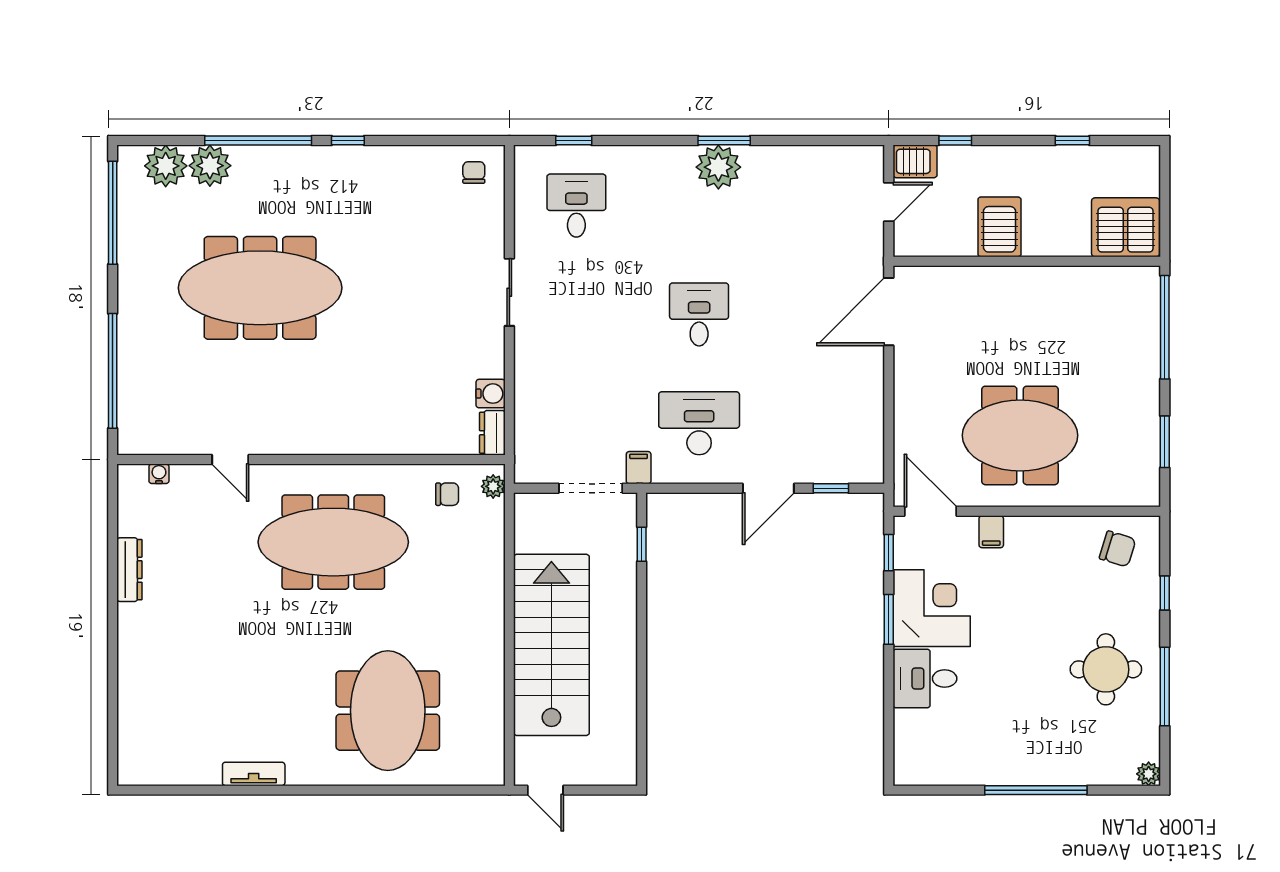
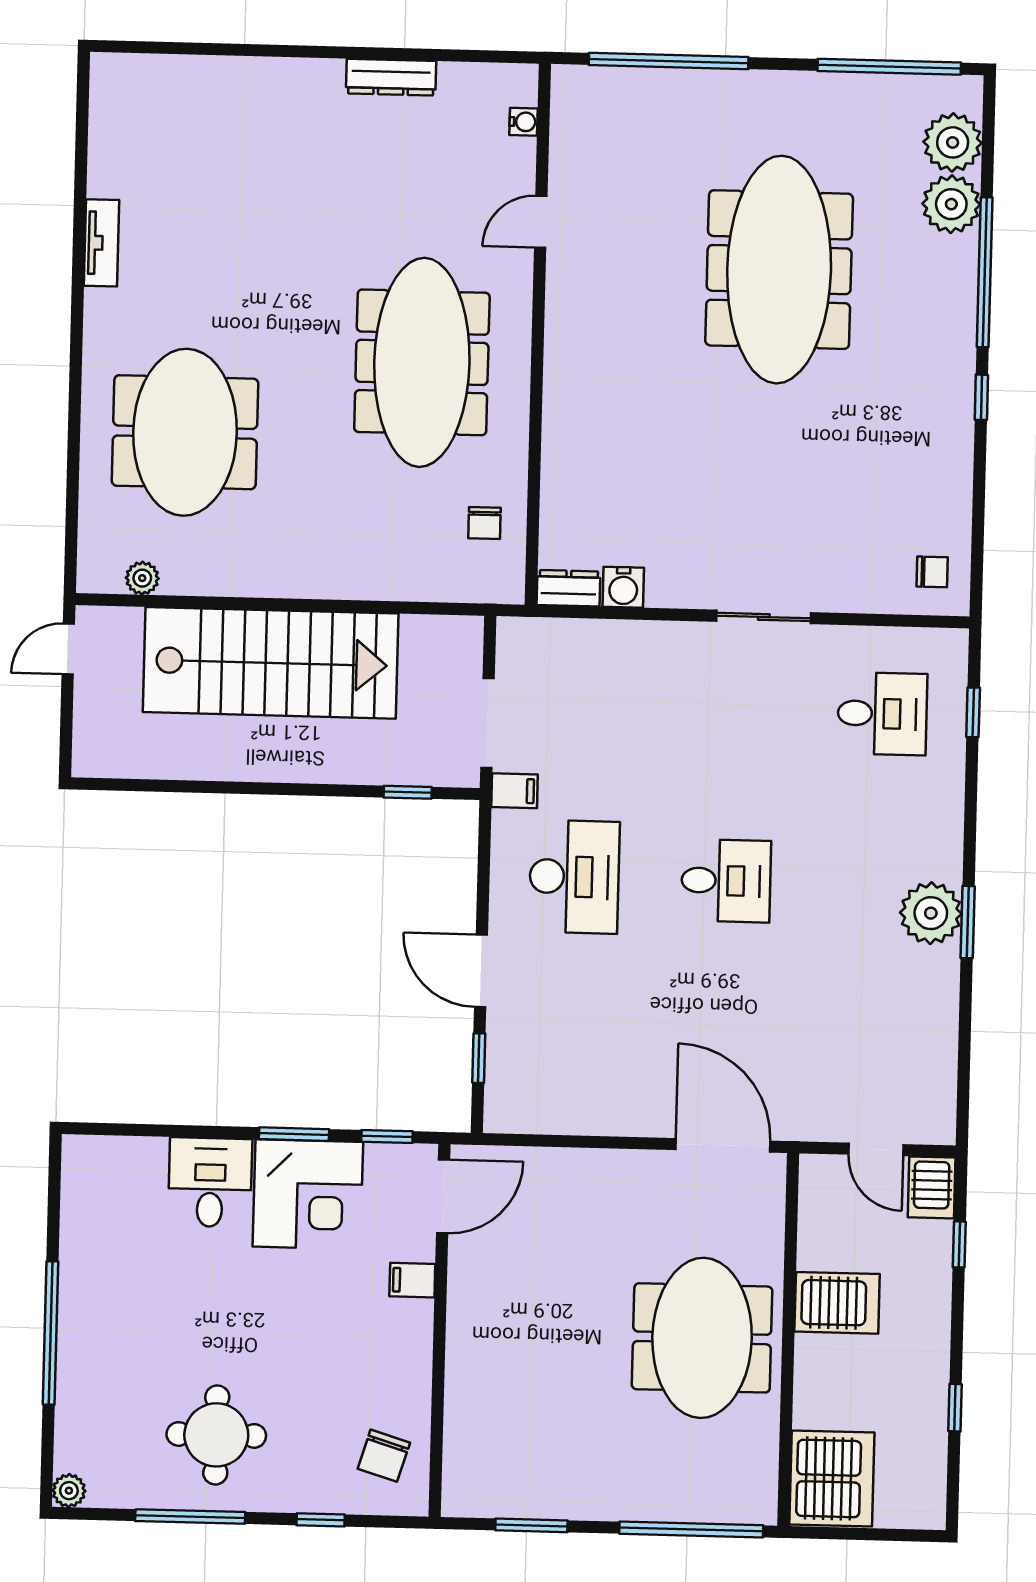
meeting table: (1020, 435) -> (702, 1338), moved
plant: (493, 486) -> (142, 578), moved
meeting table: (388, 711) -> (185, 432), turned 90

